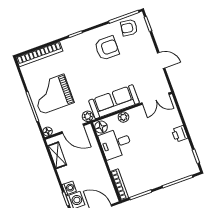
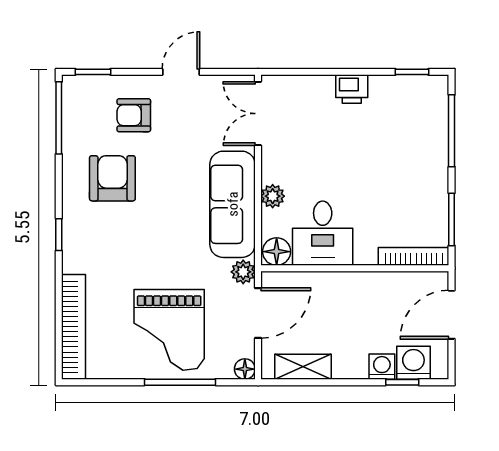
armchair: (129, 28) -> (134, 115), moved, turned 82
double door: (155, 99) -> (258, 114), swing flipped

